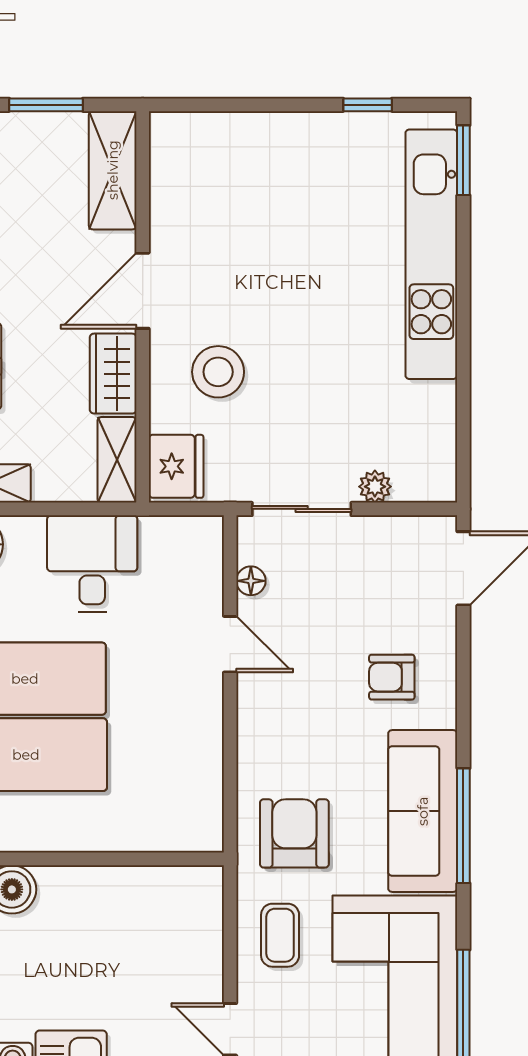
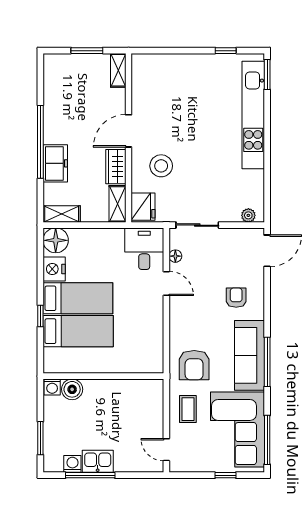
shelving: (113, 170) -> (118, 70), width x0.67, depth x0.75
plant: (375, 487) -> (248, 215), moved
desk: (92, 564) -> (144, 249), moved
armchair: (392, 677) -> (236, 298), turned 90
armchair: (294, 833) -> (194, 365), turned 180

